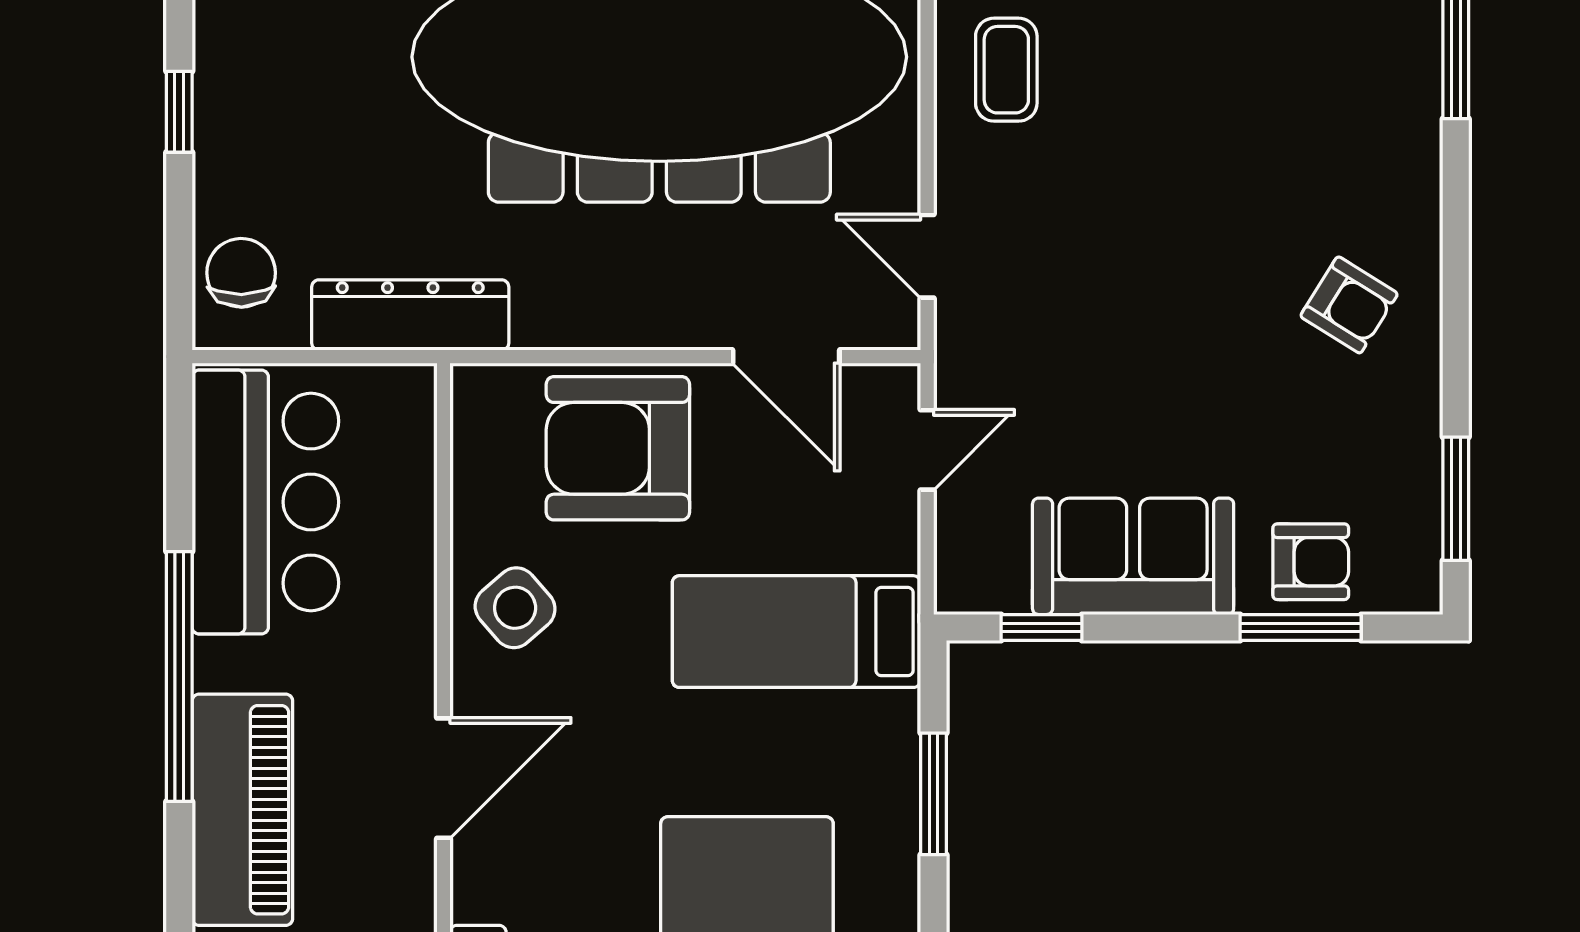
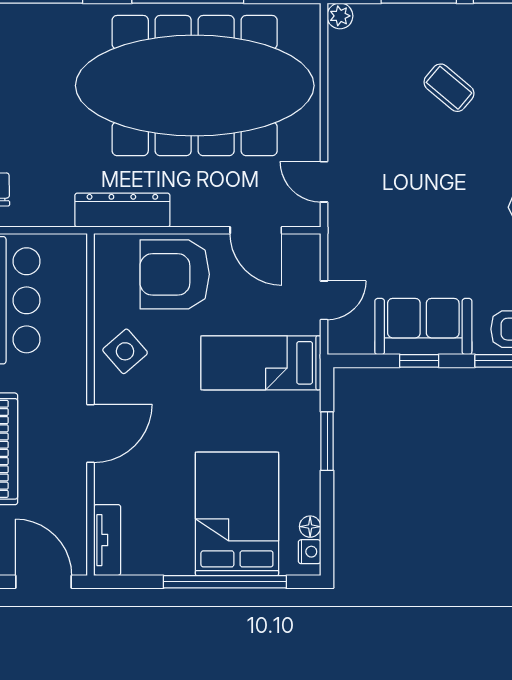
coffee table: (1006, 70) -> (449, 88), moved, turned -50
dresser: (410, 315) -> (122, 210), moved
door: (927, 450) -> (324, 300), moved
window: (1041, 627) -> (419, 361), moved

